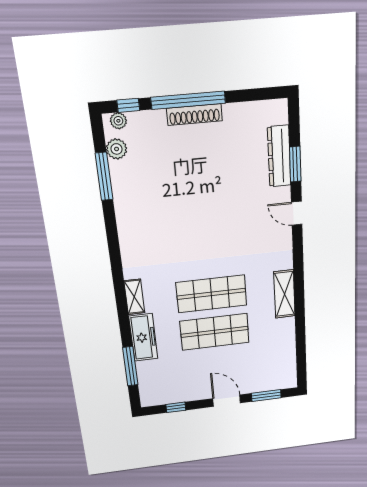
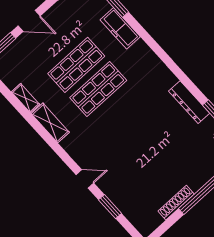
shoe rack: (194, 115) -> (176, 203), moved
dresser: (279, 156) -> (189, 102), moved, turned 180
shelving: (134, 297) -> (26, 98), moved

